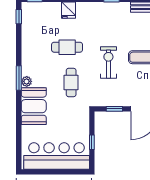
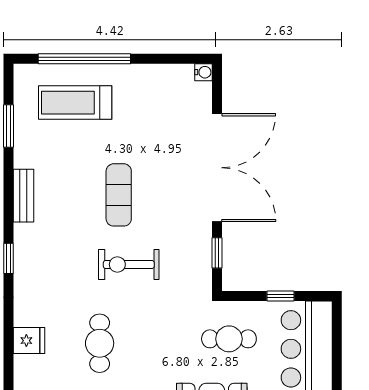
cafe table: (71, 82) -> (229, 339), moved

